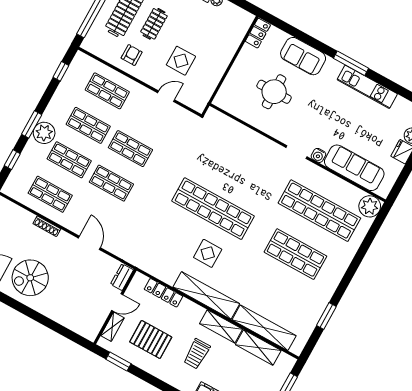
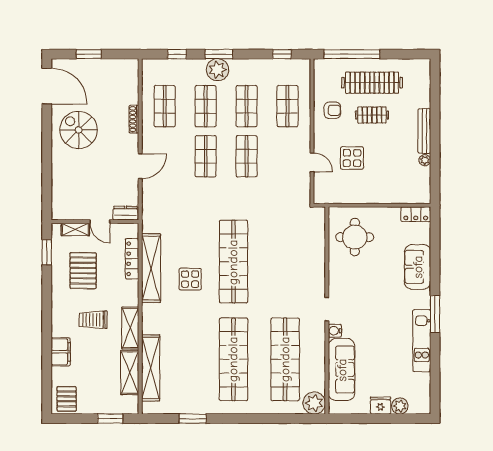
round table: (274, 92) -> (355, 237), moved
shop shelf: (295, 254) -> (233, 359), width x1.40
shelving: (206, 295) -> (151, 268), moved

